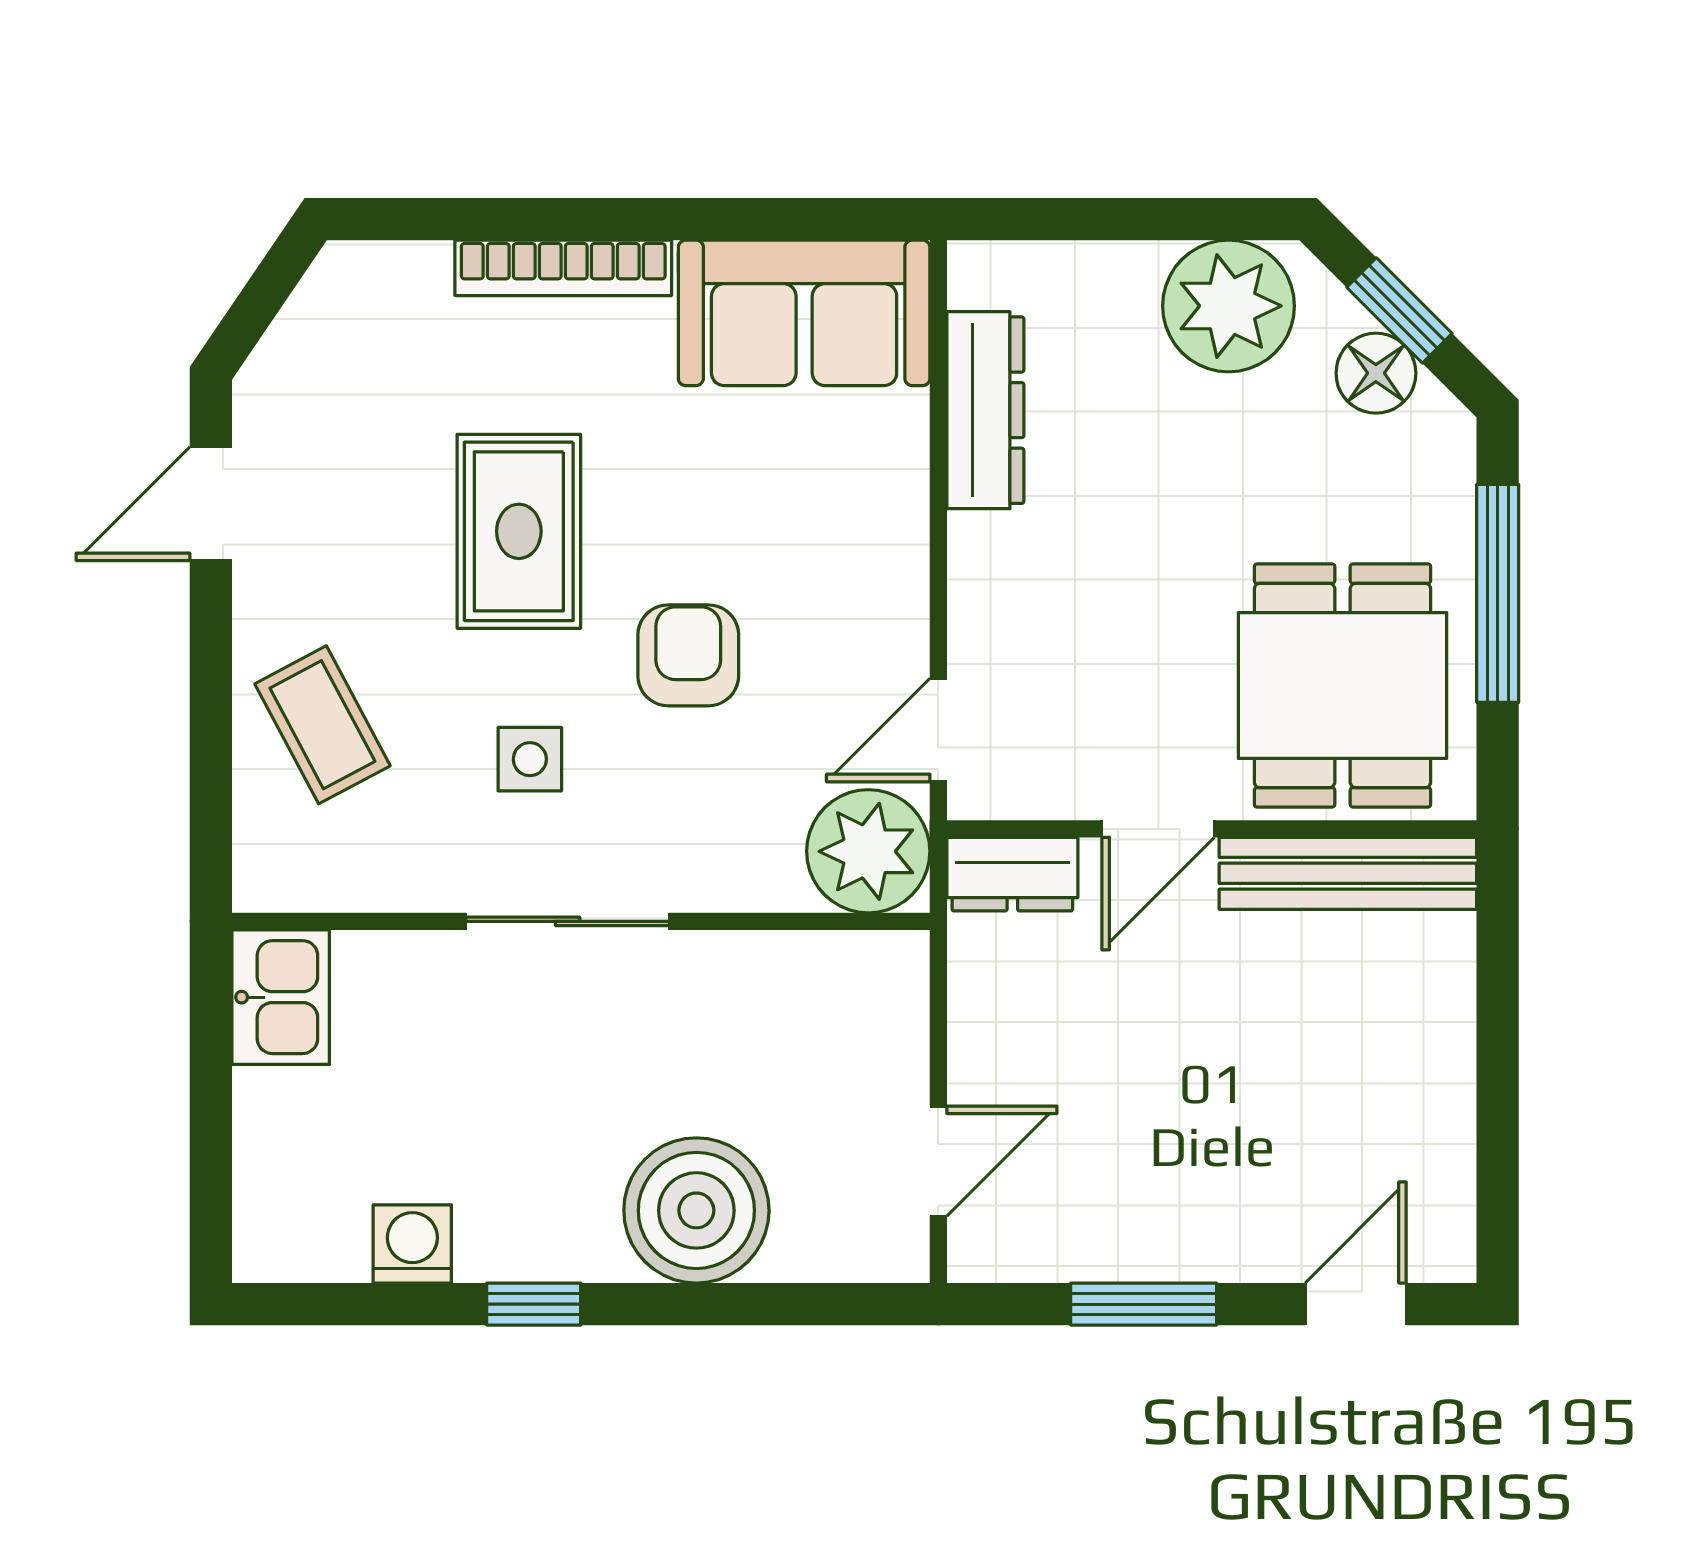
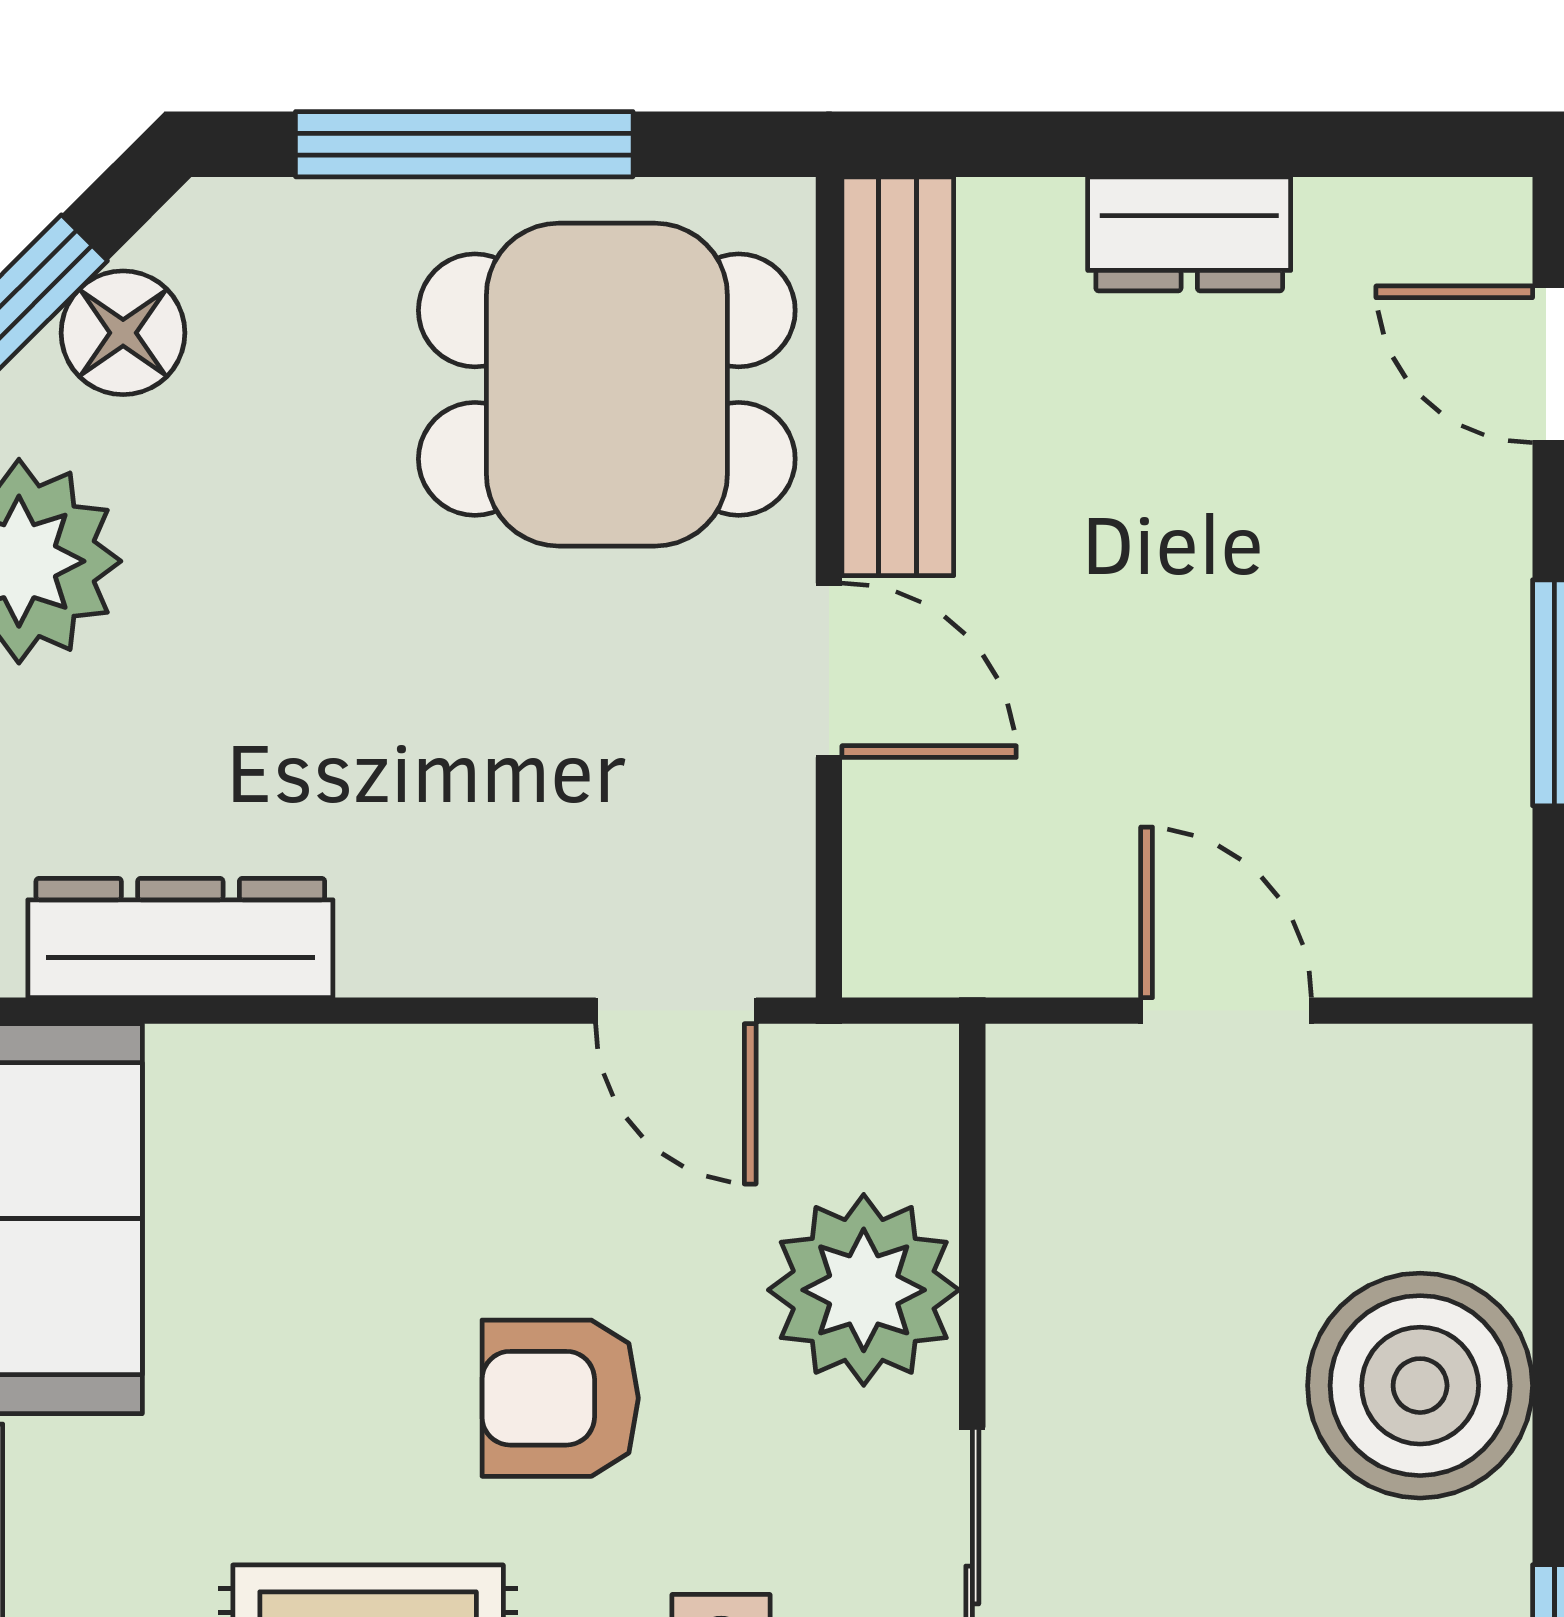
plant: (868, 851) -> (864, 1290), moved
dresser: (1012, 874) -> (1189, 234), moved, turned 90
door: (938, 1161) -> (1226, 1011), moved

